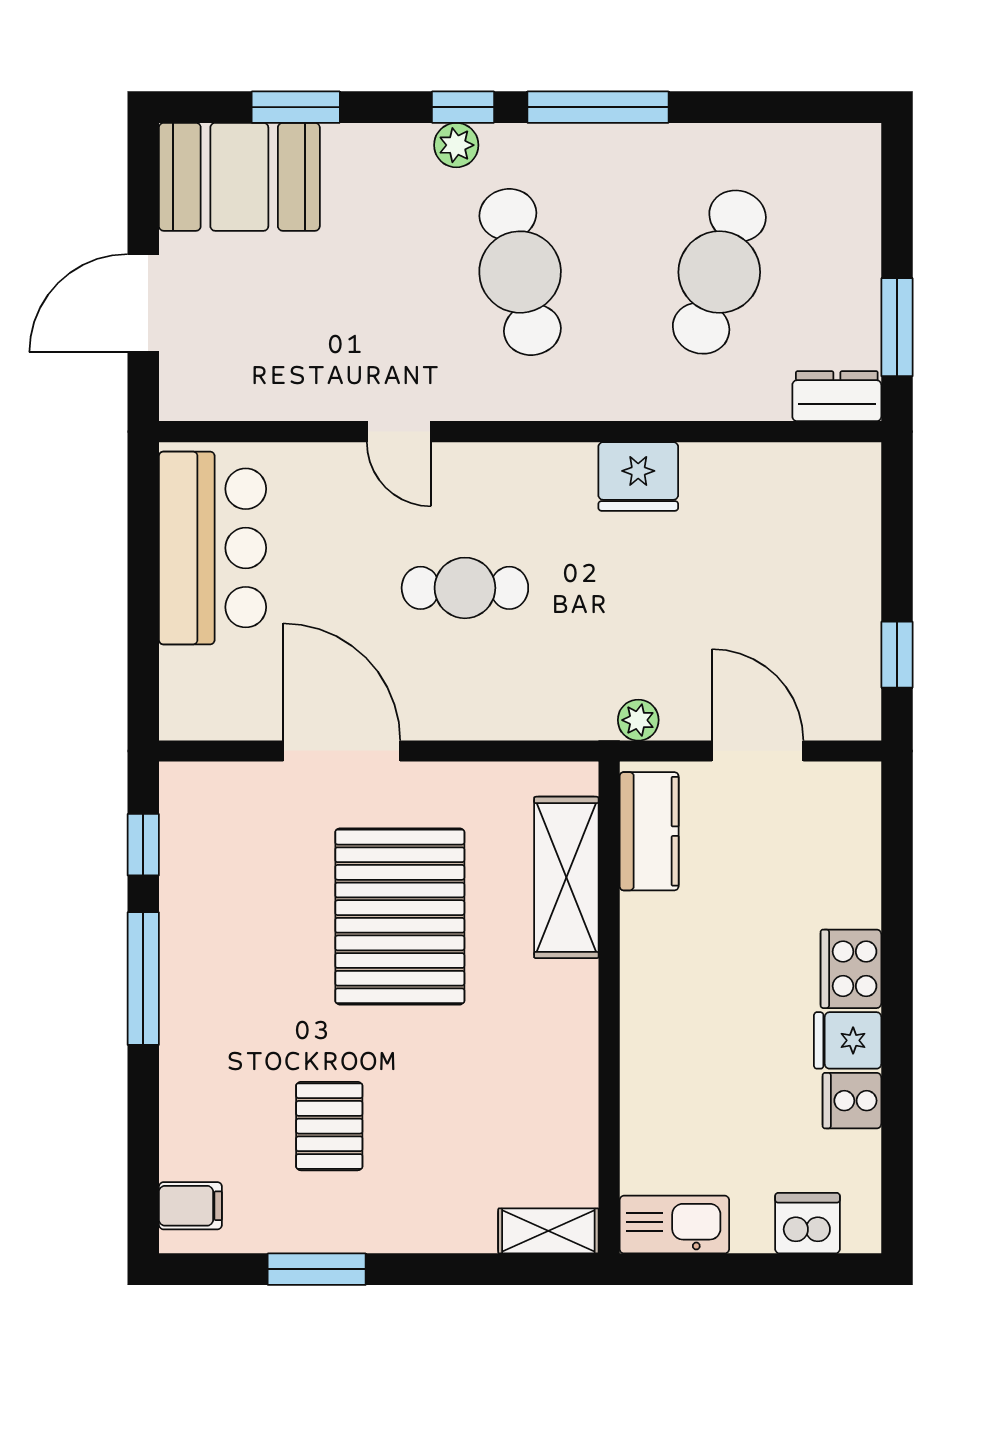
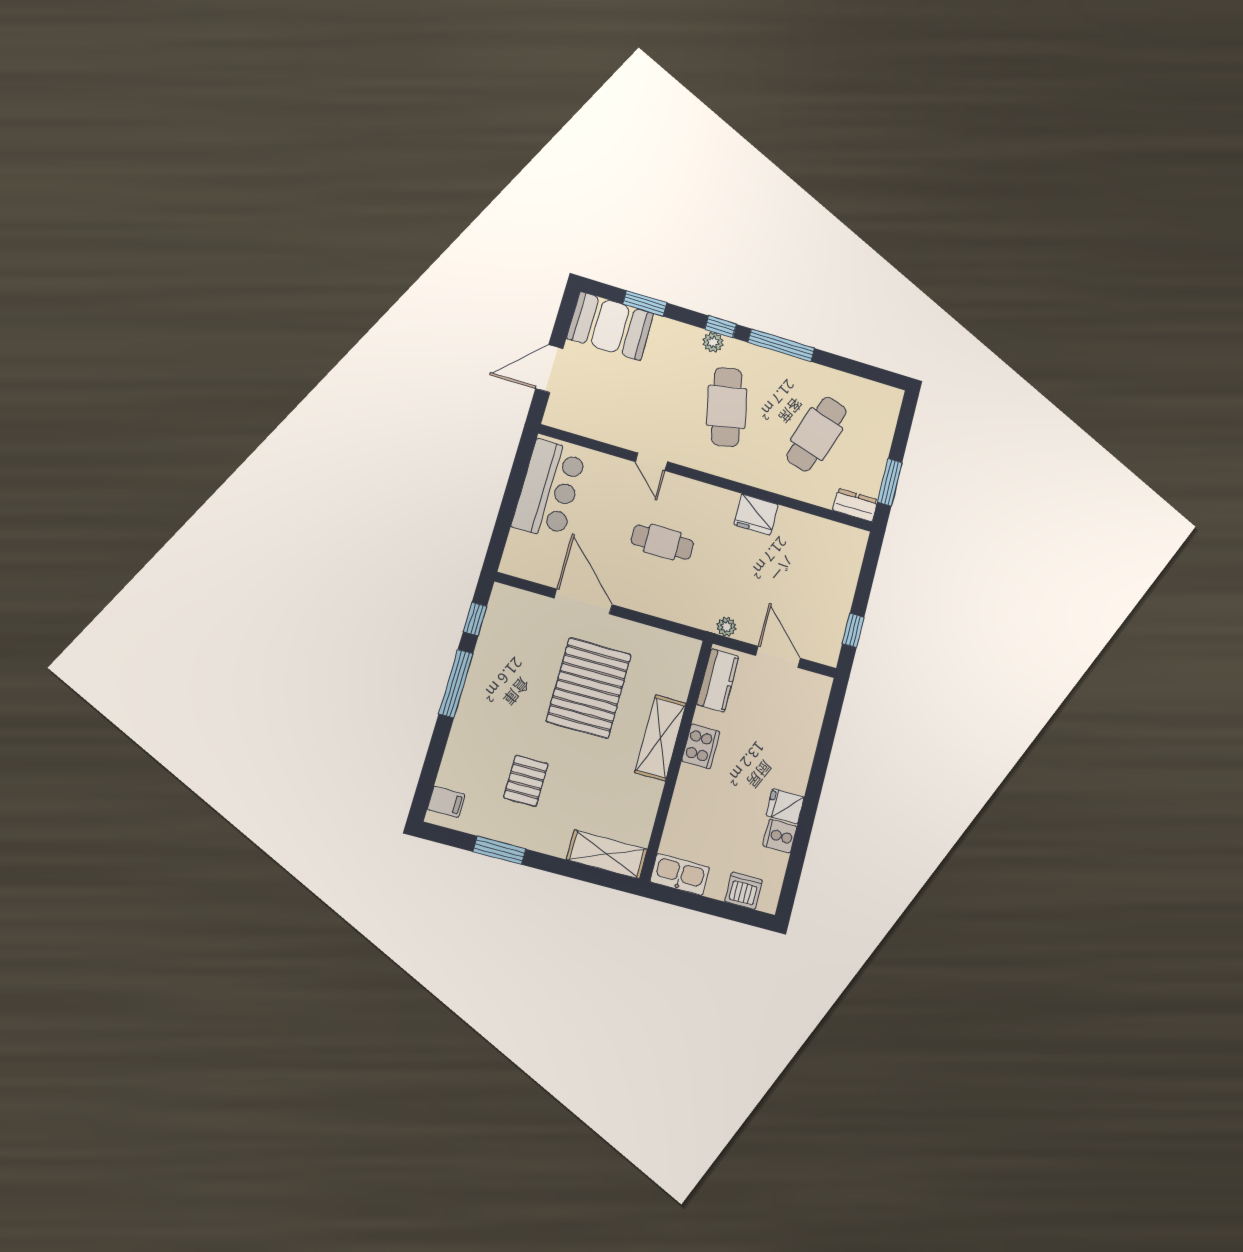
shelving: (566, 877) -> (661, 738), moved
cooker: (851, 969) -> (701, 746), moved, turned 180
shelving: (548, 1231) -> (607, 854), width x1.50, depth x1.33

